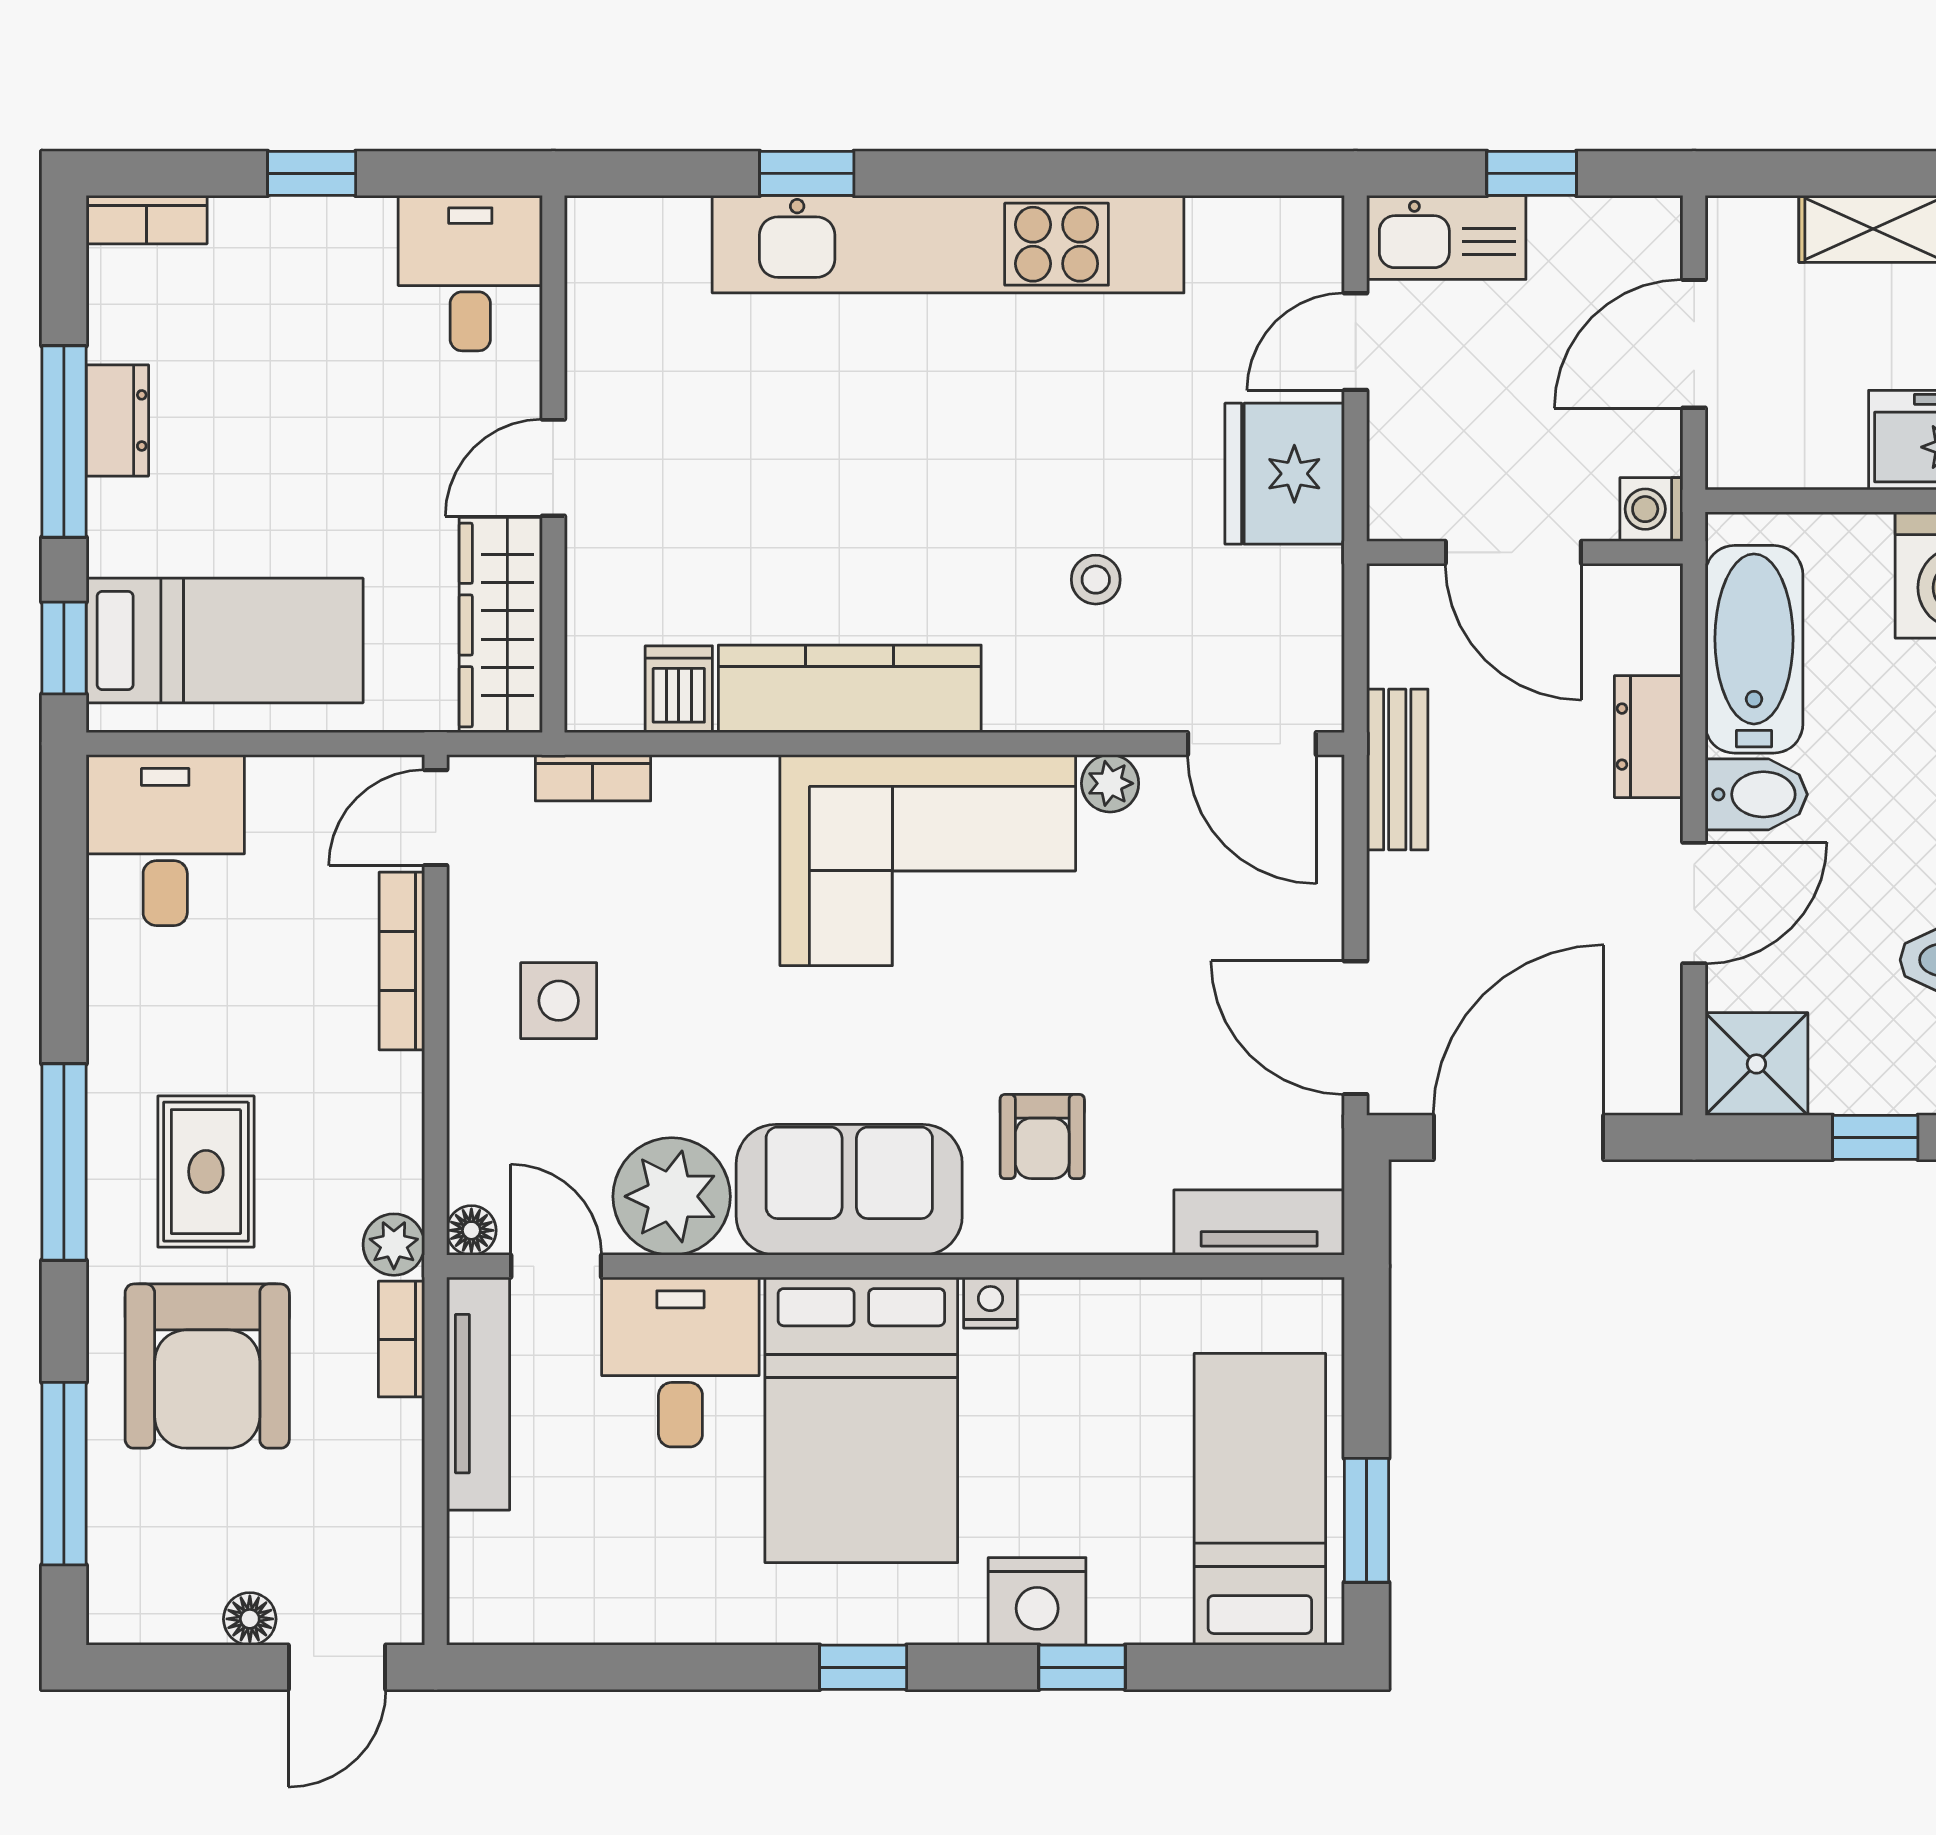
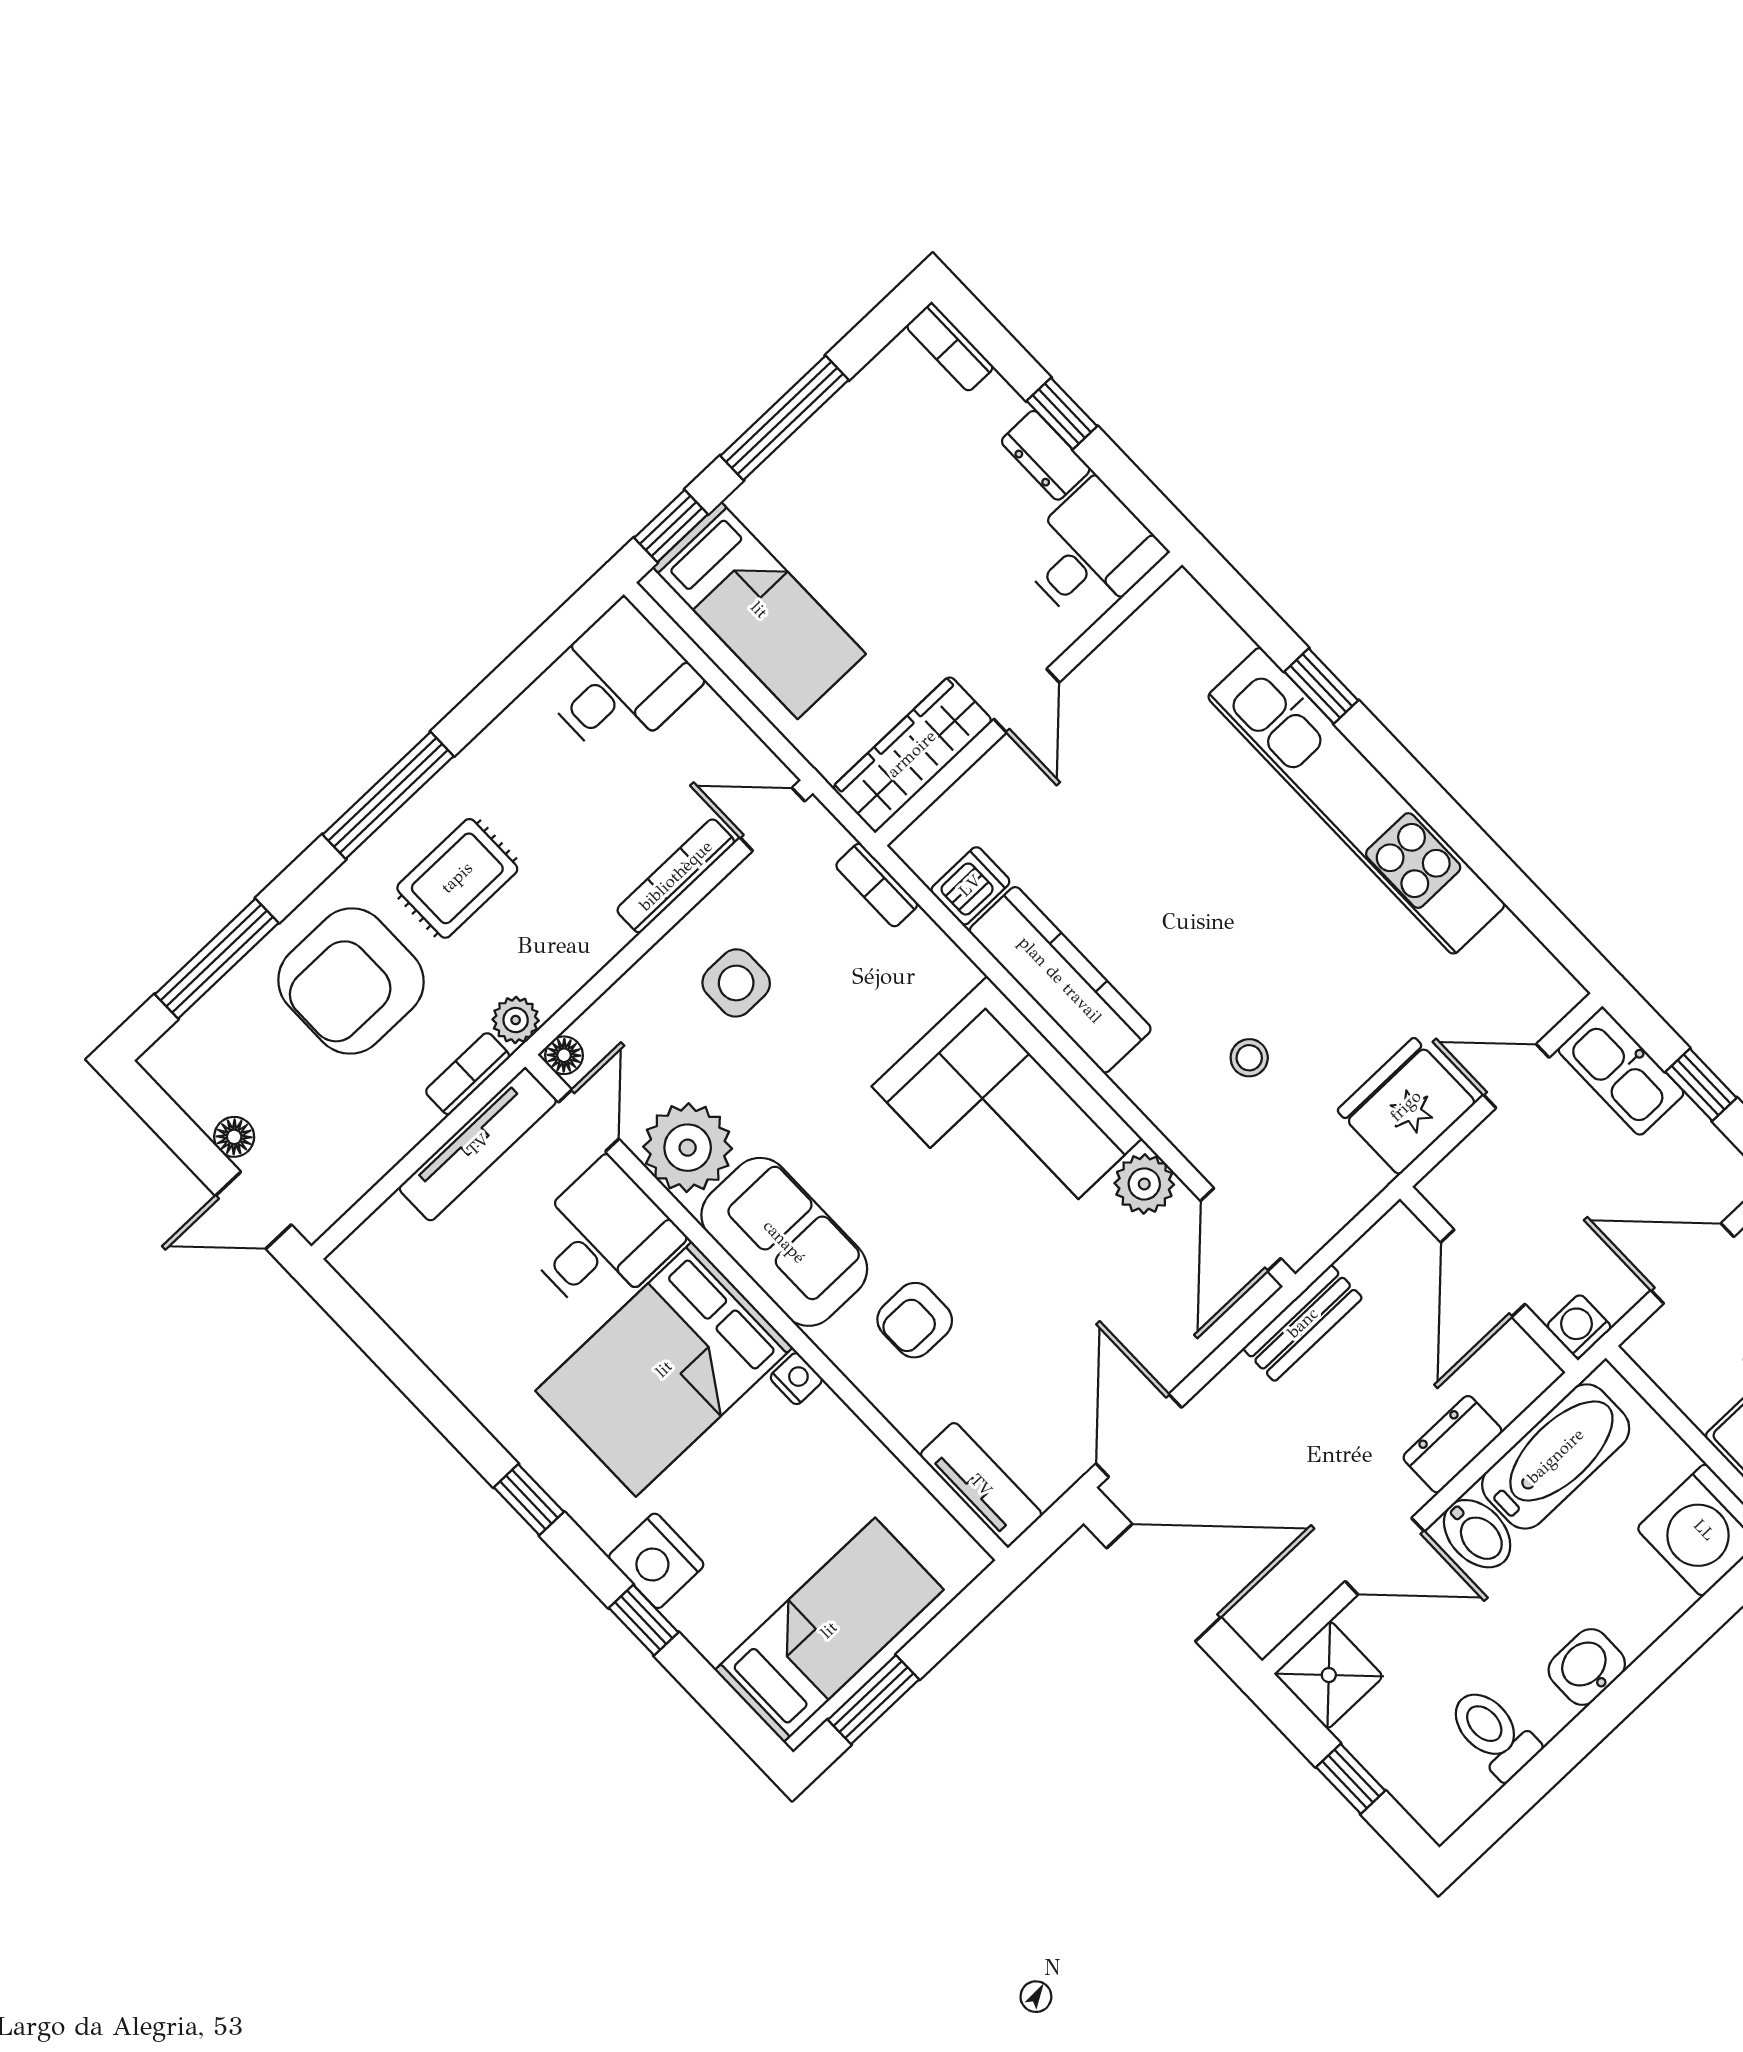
dresser: (117, 420) -> (1046, 455), moved, turned 90
door: (553, 468) -> (1027, 701), swing flipped
plant: (1110, 783) -> (1144, 1184), width x1.38, depth x1.38

